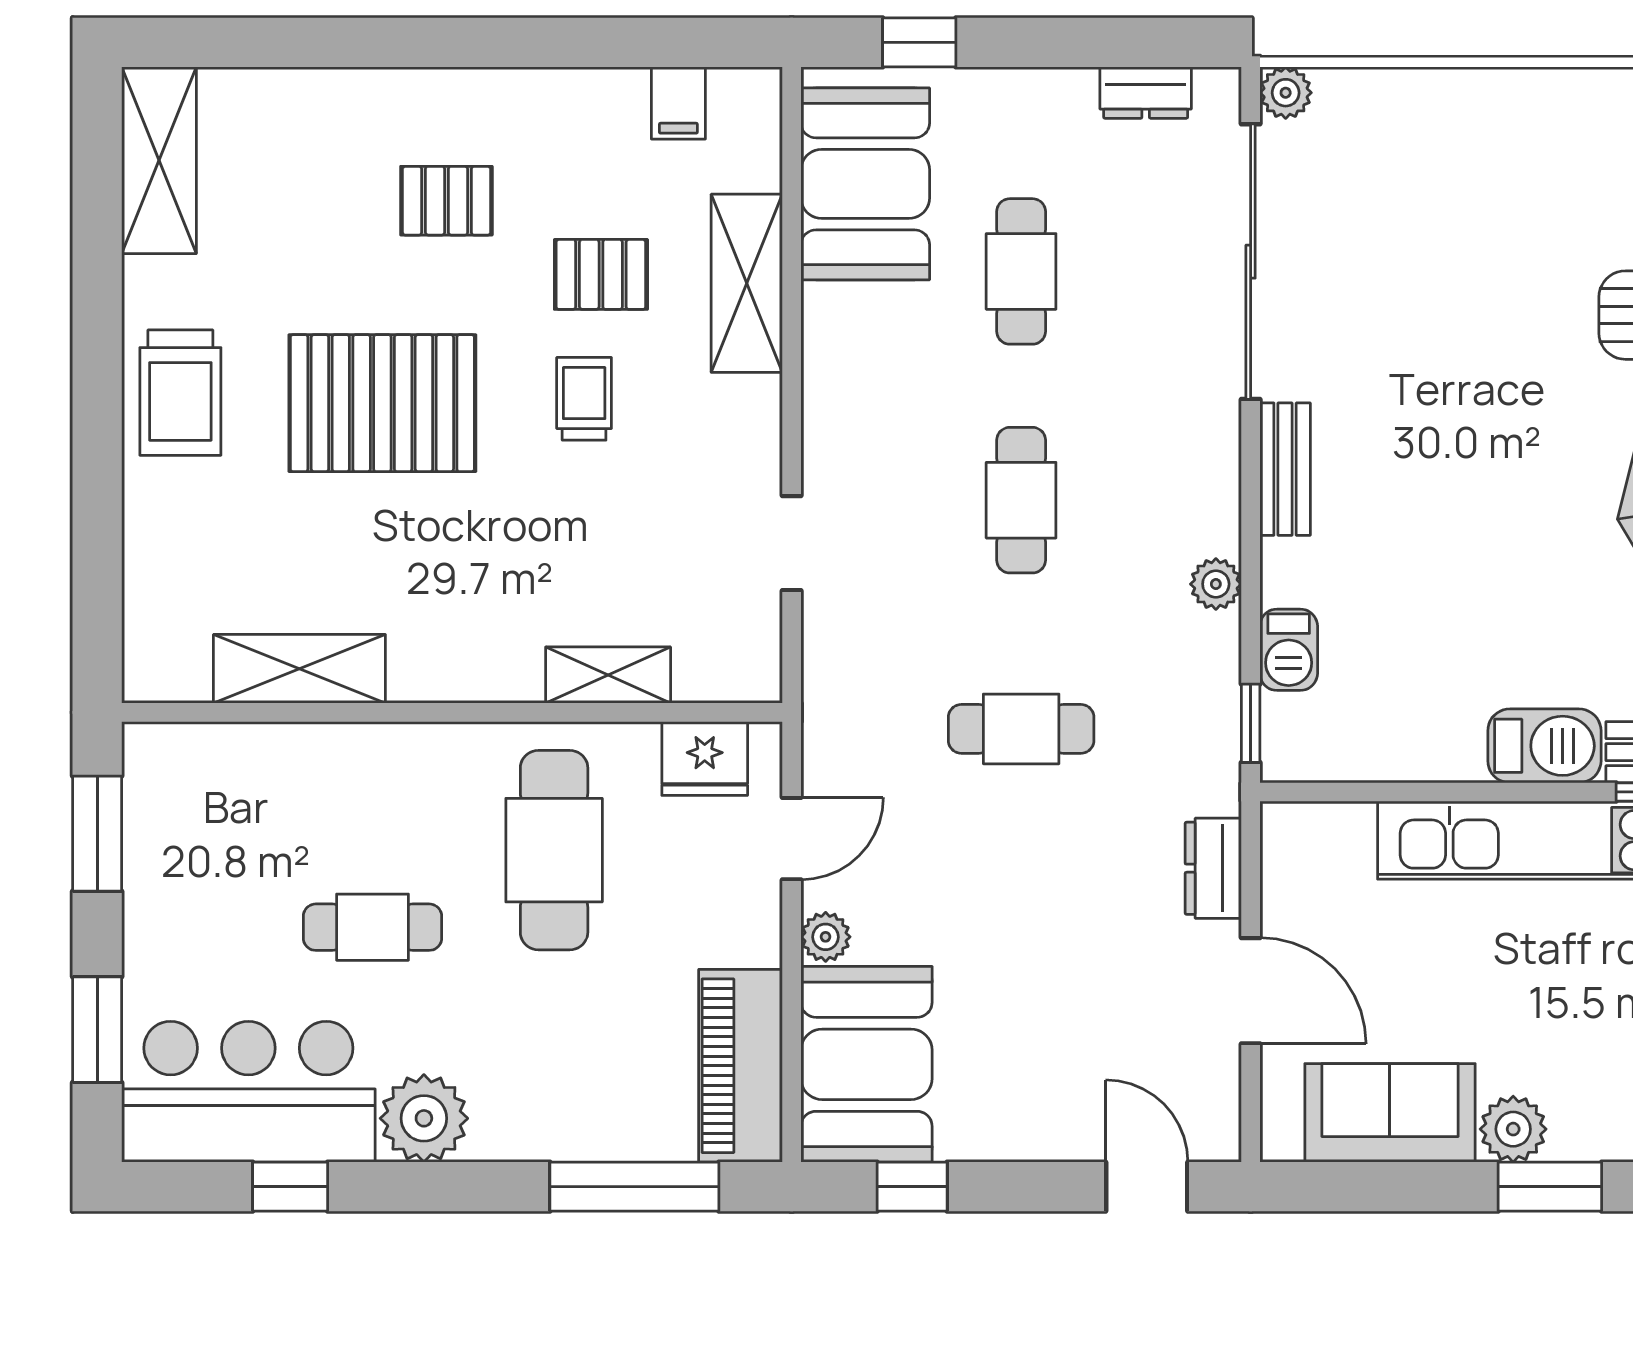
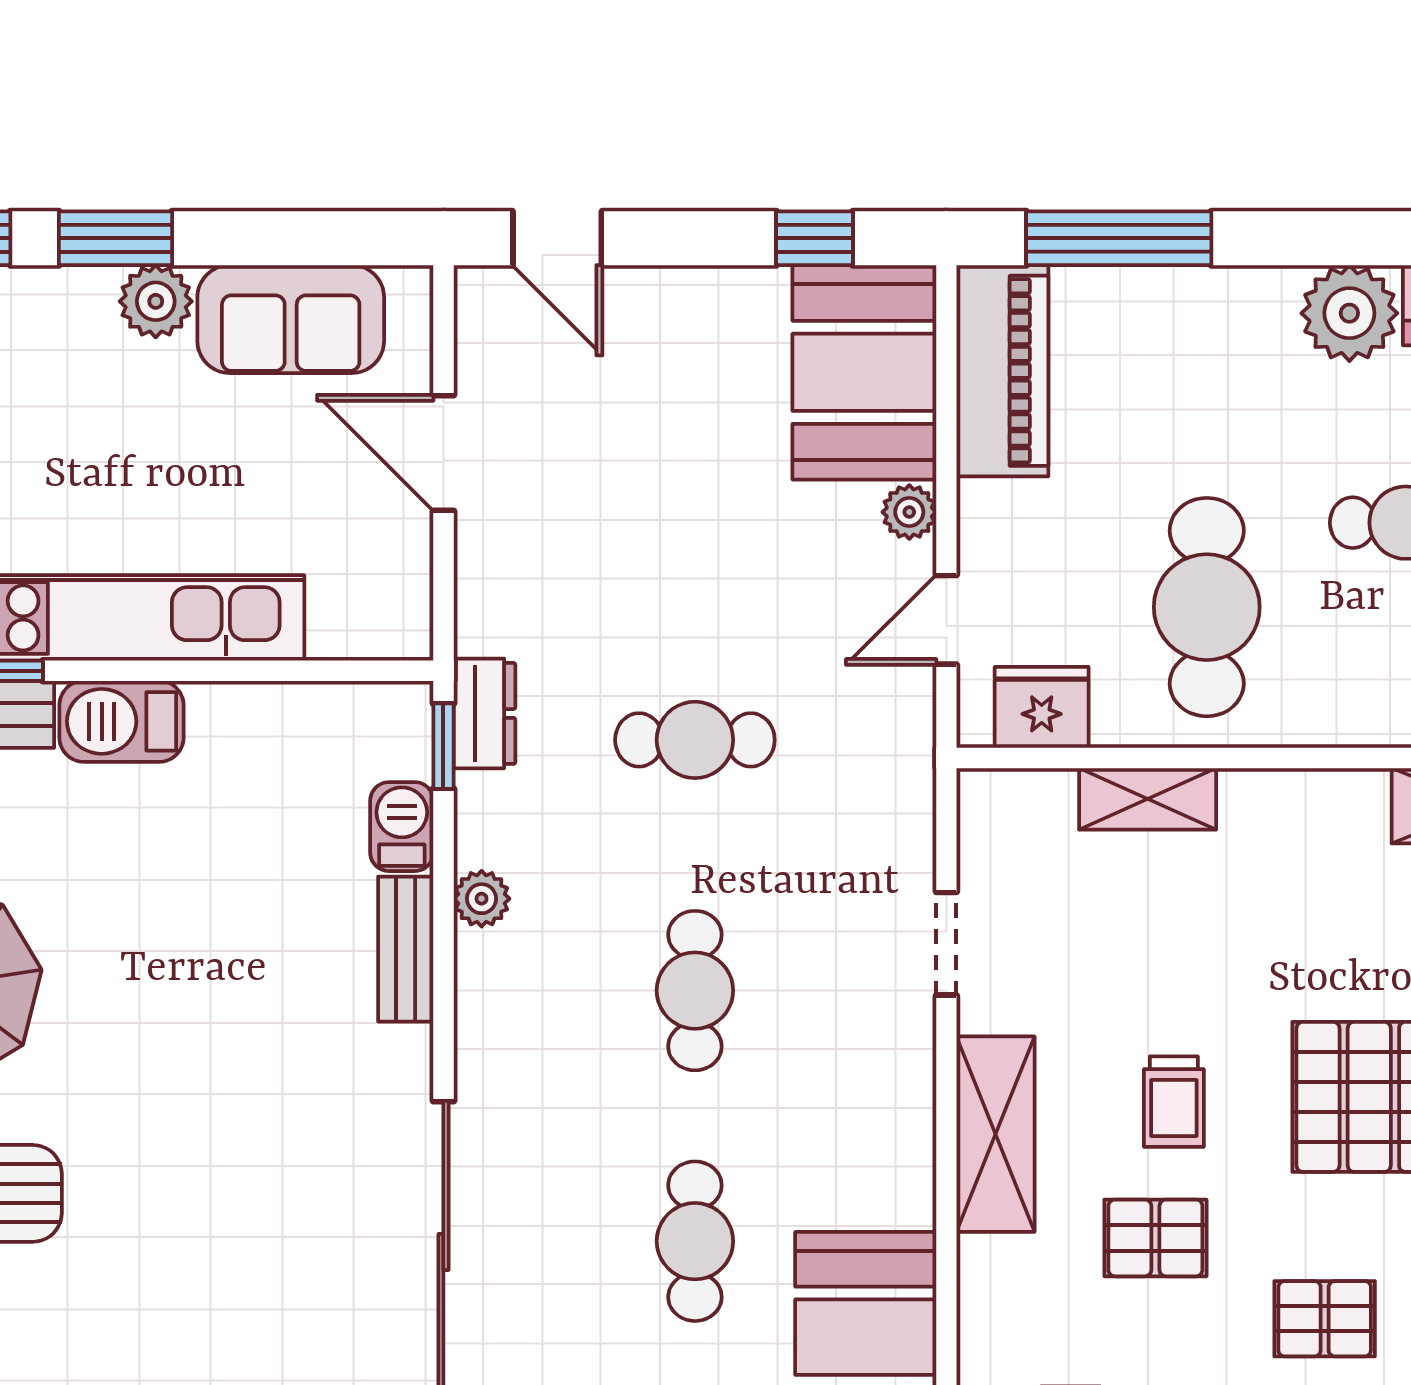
shelving: (747, 283) -> (996, 1134), moved
bench: (1285, 469) -> (406, 949), moved
dresser: (1213, 868) -> (484, 713), moved

